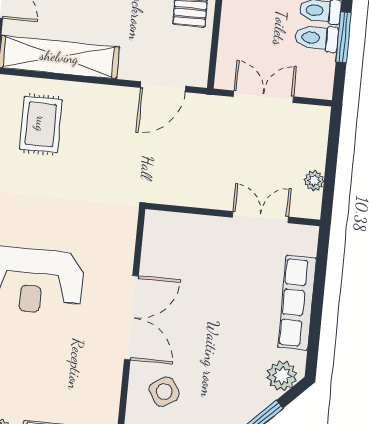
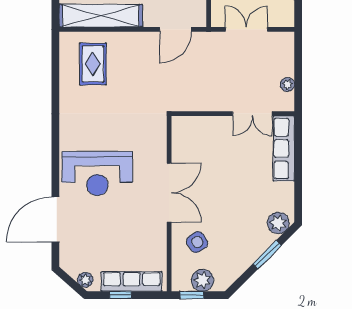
double door: (260, 217) -> (252, 114), swing flipped
row of seats: (297, 303) -> (284, 149), moved

